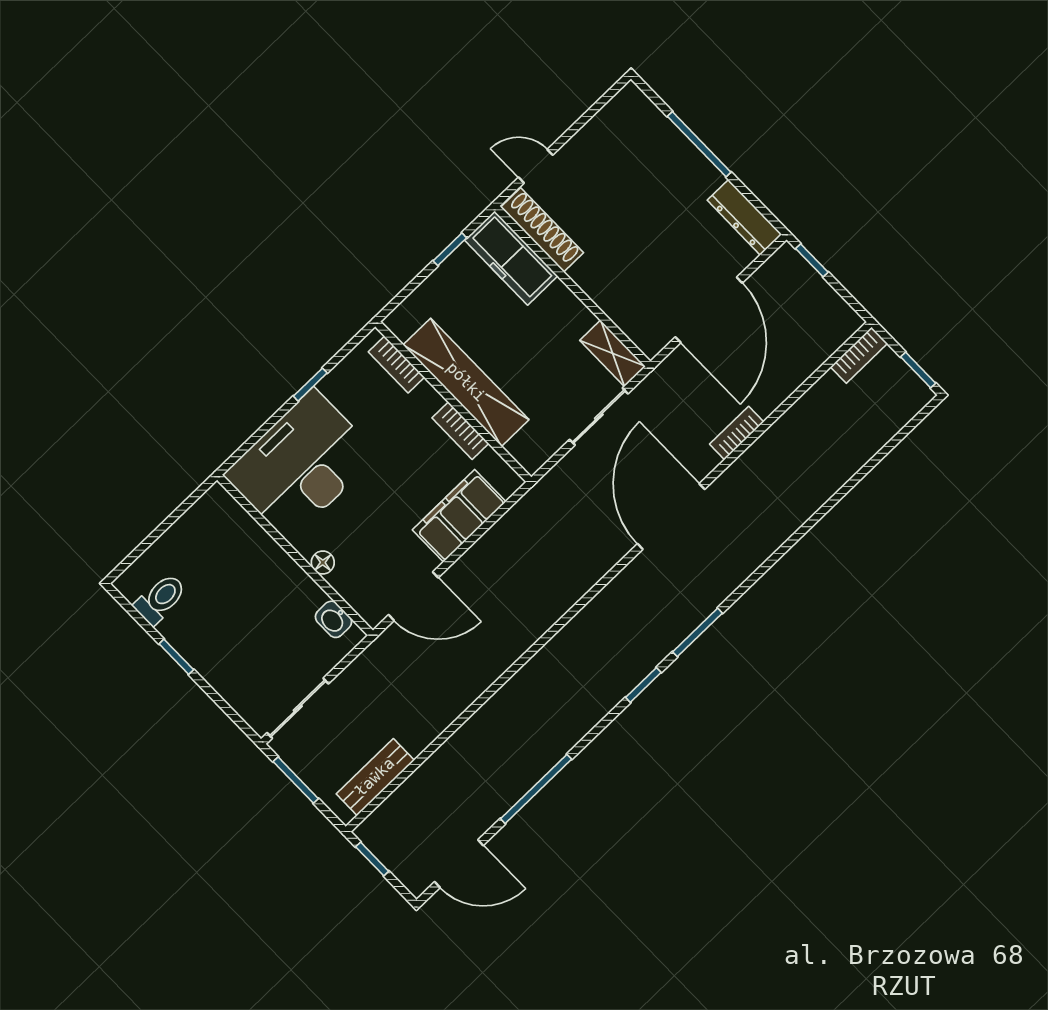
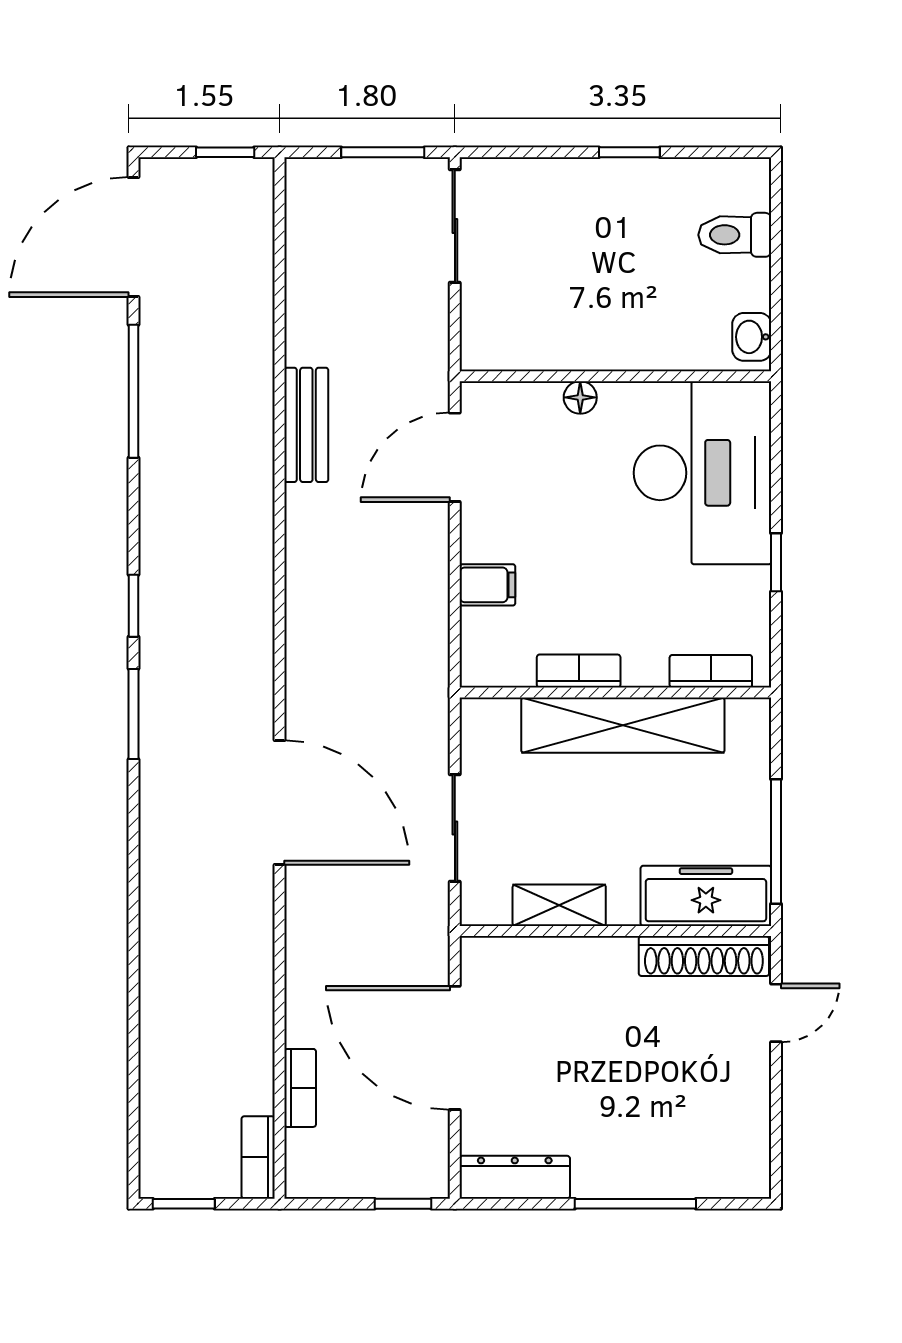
window: (450, 249) -> (776, 841), width x2.17
shelving: (613, 353) -> (559, 905), moved
bookcase: (737, 433) -> (300, 1088), moved
filing cabinet: (459, 516) -> (487, 585), width x0.33, depth x0.86
toilet: (160, 599) -> (735, 235), moved, turned 90
washbasin: (334, 619) -> (752, 337), moved, turned -90
bench: (375, 777) -> (306, 425), moved
door: (459, 864) -> (134, 237), width x1.36

